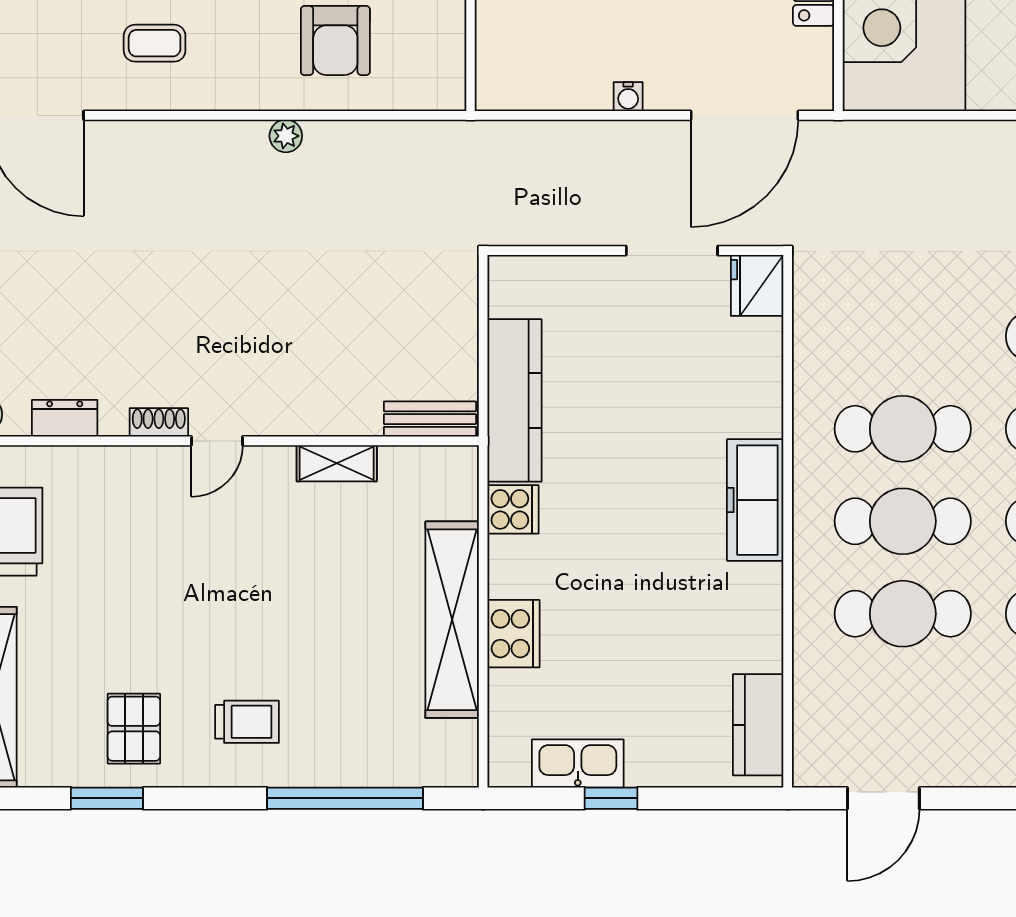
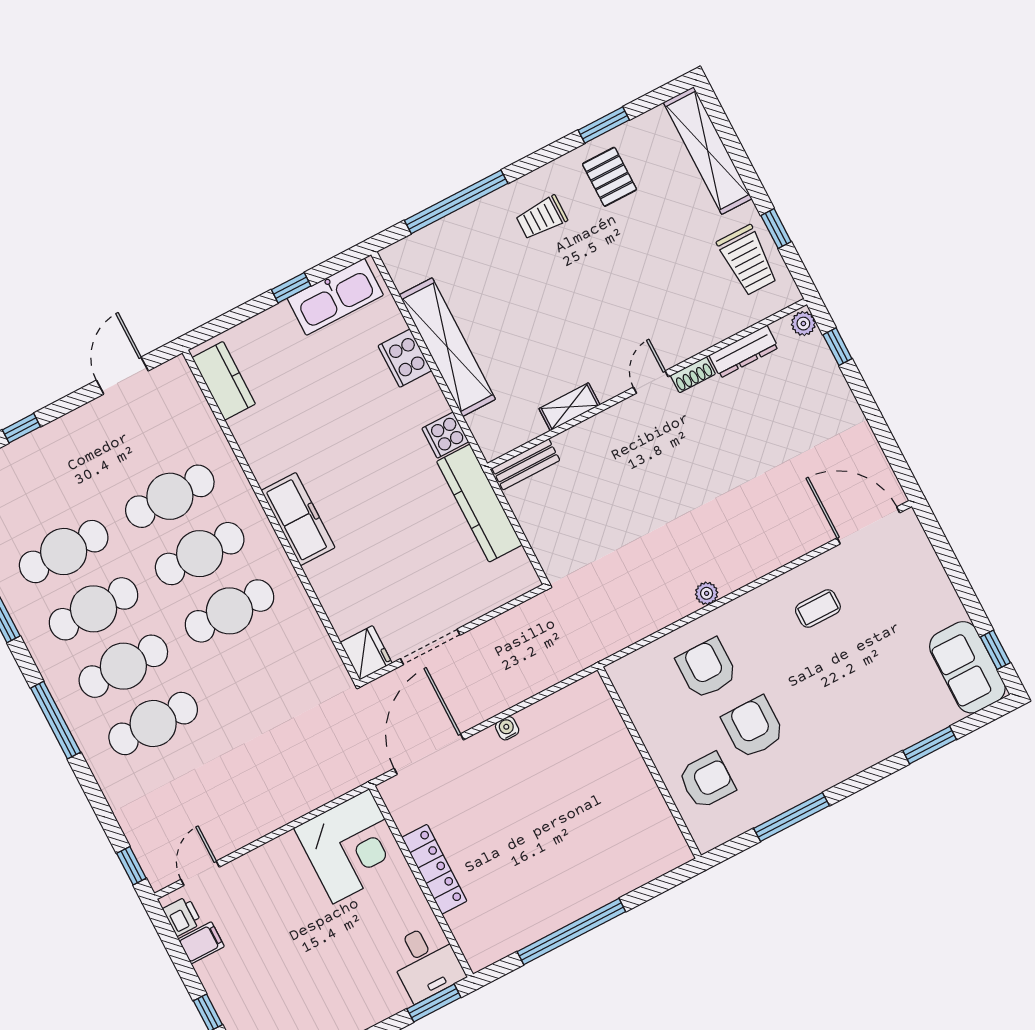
dresser: (65, 418) -> (744, 352), width x1.44
kitchen sink: (578, 763) -> (335, 297), width x1.36, depth x1.24

